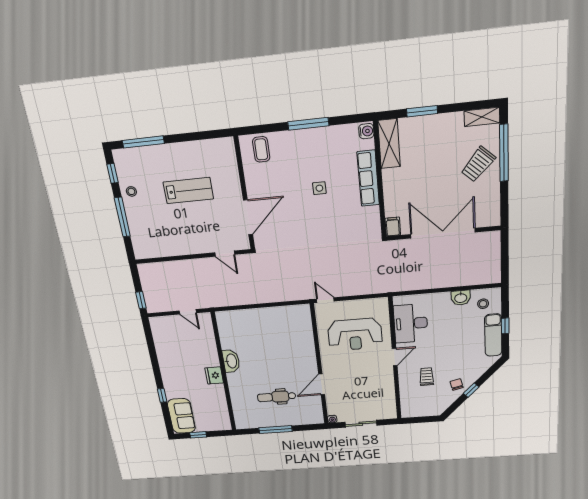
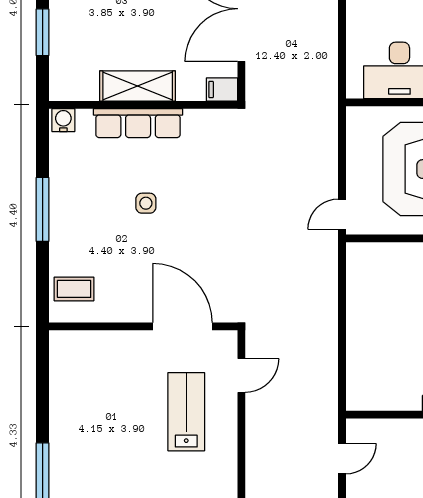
shelving: (389, 144) -> (138, 86), moved
lab bench: (188, 191) -> (186, 412), moved

